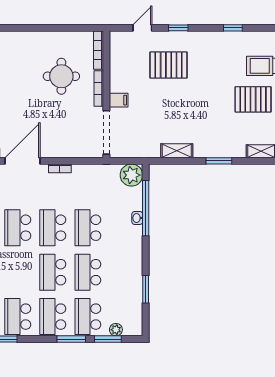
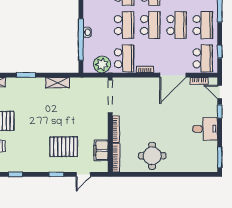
round table: (61, 76) -> (152, 156), moved
filing cabinet: (119, 100) -> (101, 150), moved, width x2.00
plant: (131, 175) -> (102, 64), moved
school desk: (88, 183) -> (124, 58), added

